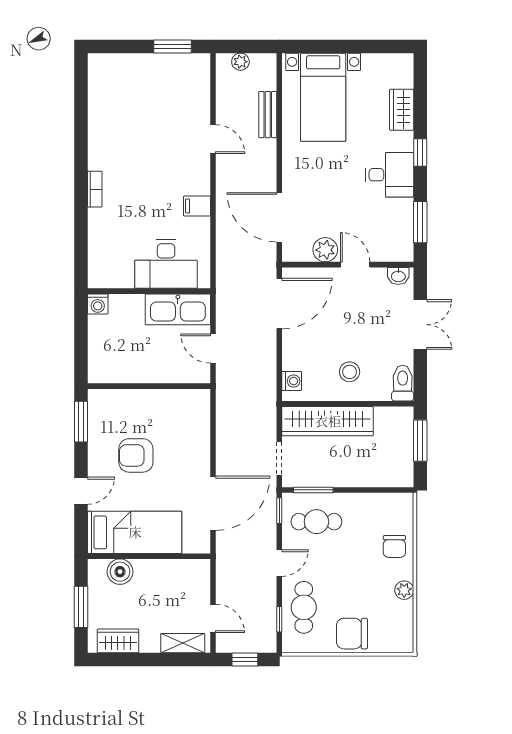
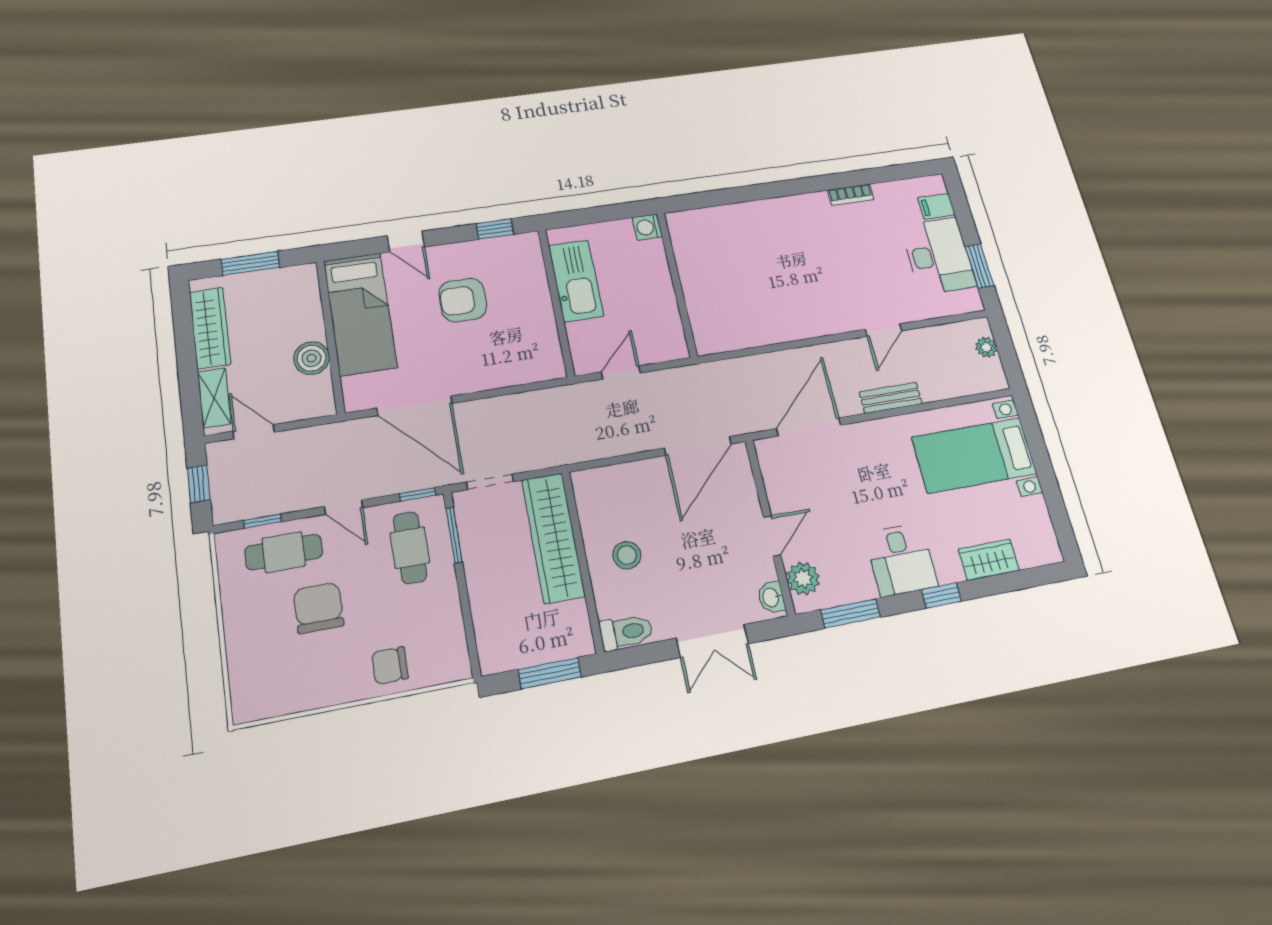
bench: (268, 115) -> (891, 398), moved
bookcase: (95, 189) -> (851, 195), moved
filing cabinet: (197, 206) -> (936, 206), moved, turned -90
plant: (325, 250) -> (803, 578), moved
desk: (166, 264) -> (938, 256), moved, turned 180
door: (279, 304) -> (698, 446), hinge flipped
kitchen sink: (178, 309) -> (576, 281), moved, turned 180
washing machine: (292, 381) -> (599, 480), removed
window: (81, 422) -> (495, 229), width x0.67
armchair: (136, 455) -> (463, 300), turned -90
boiler: (120, 572) -> (312, 358), moved
plant: (404, 590) -> (327, 693), removed
door: (213, 618) -> (254, 432), swing flipped
chair: (352, 634) -> (318, 608), moved
wardrobe: (118, 641) -> (210, 328), width x1.50

